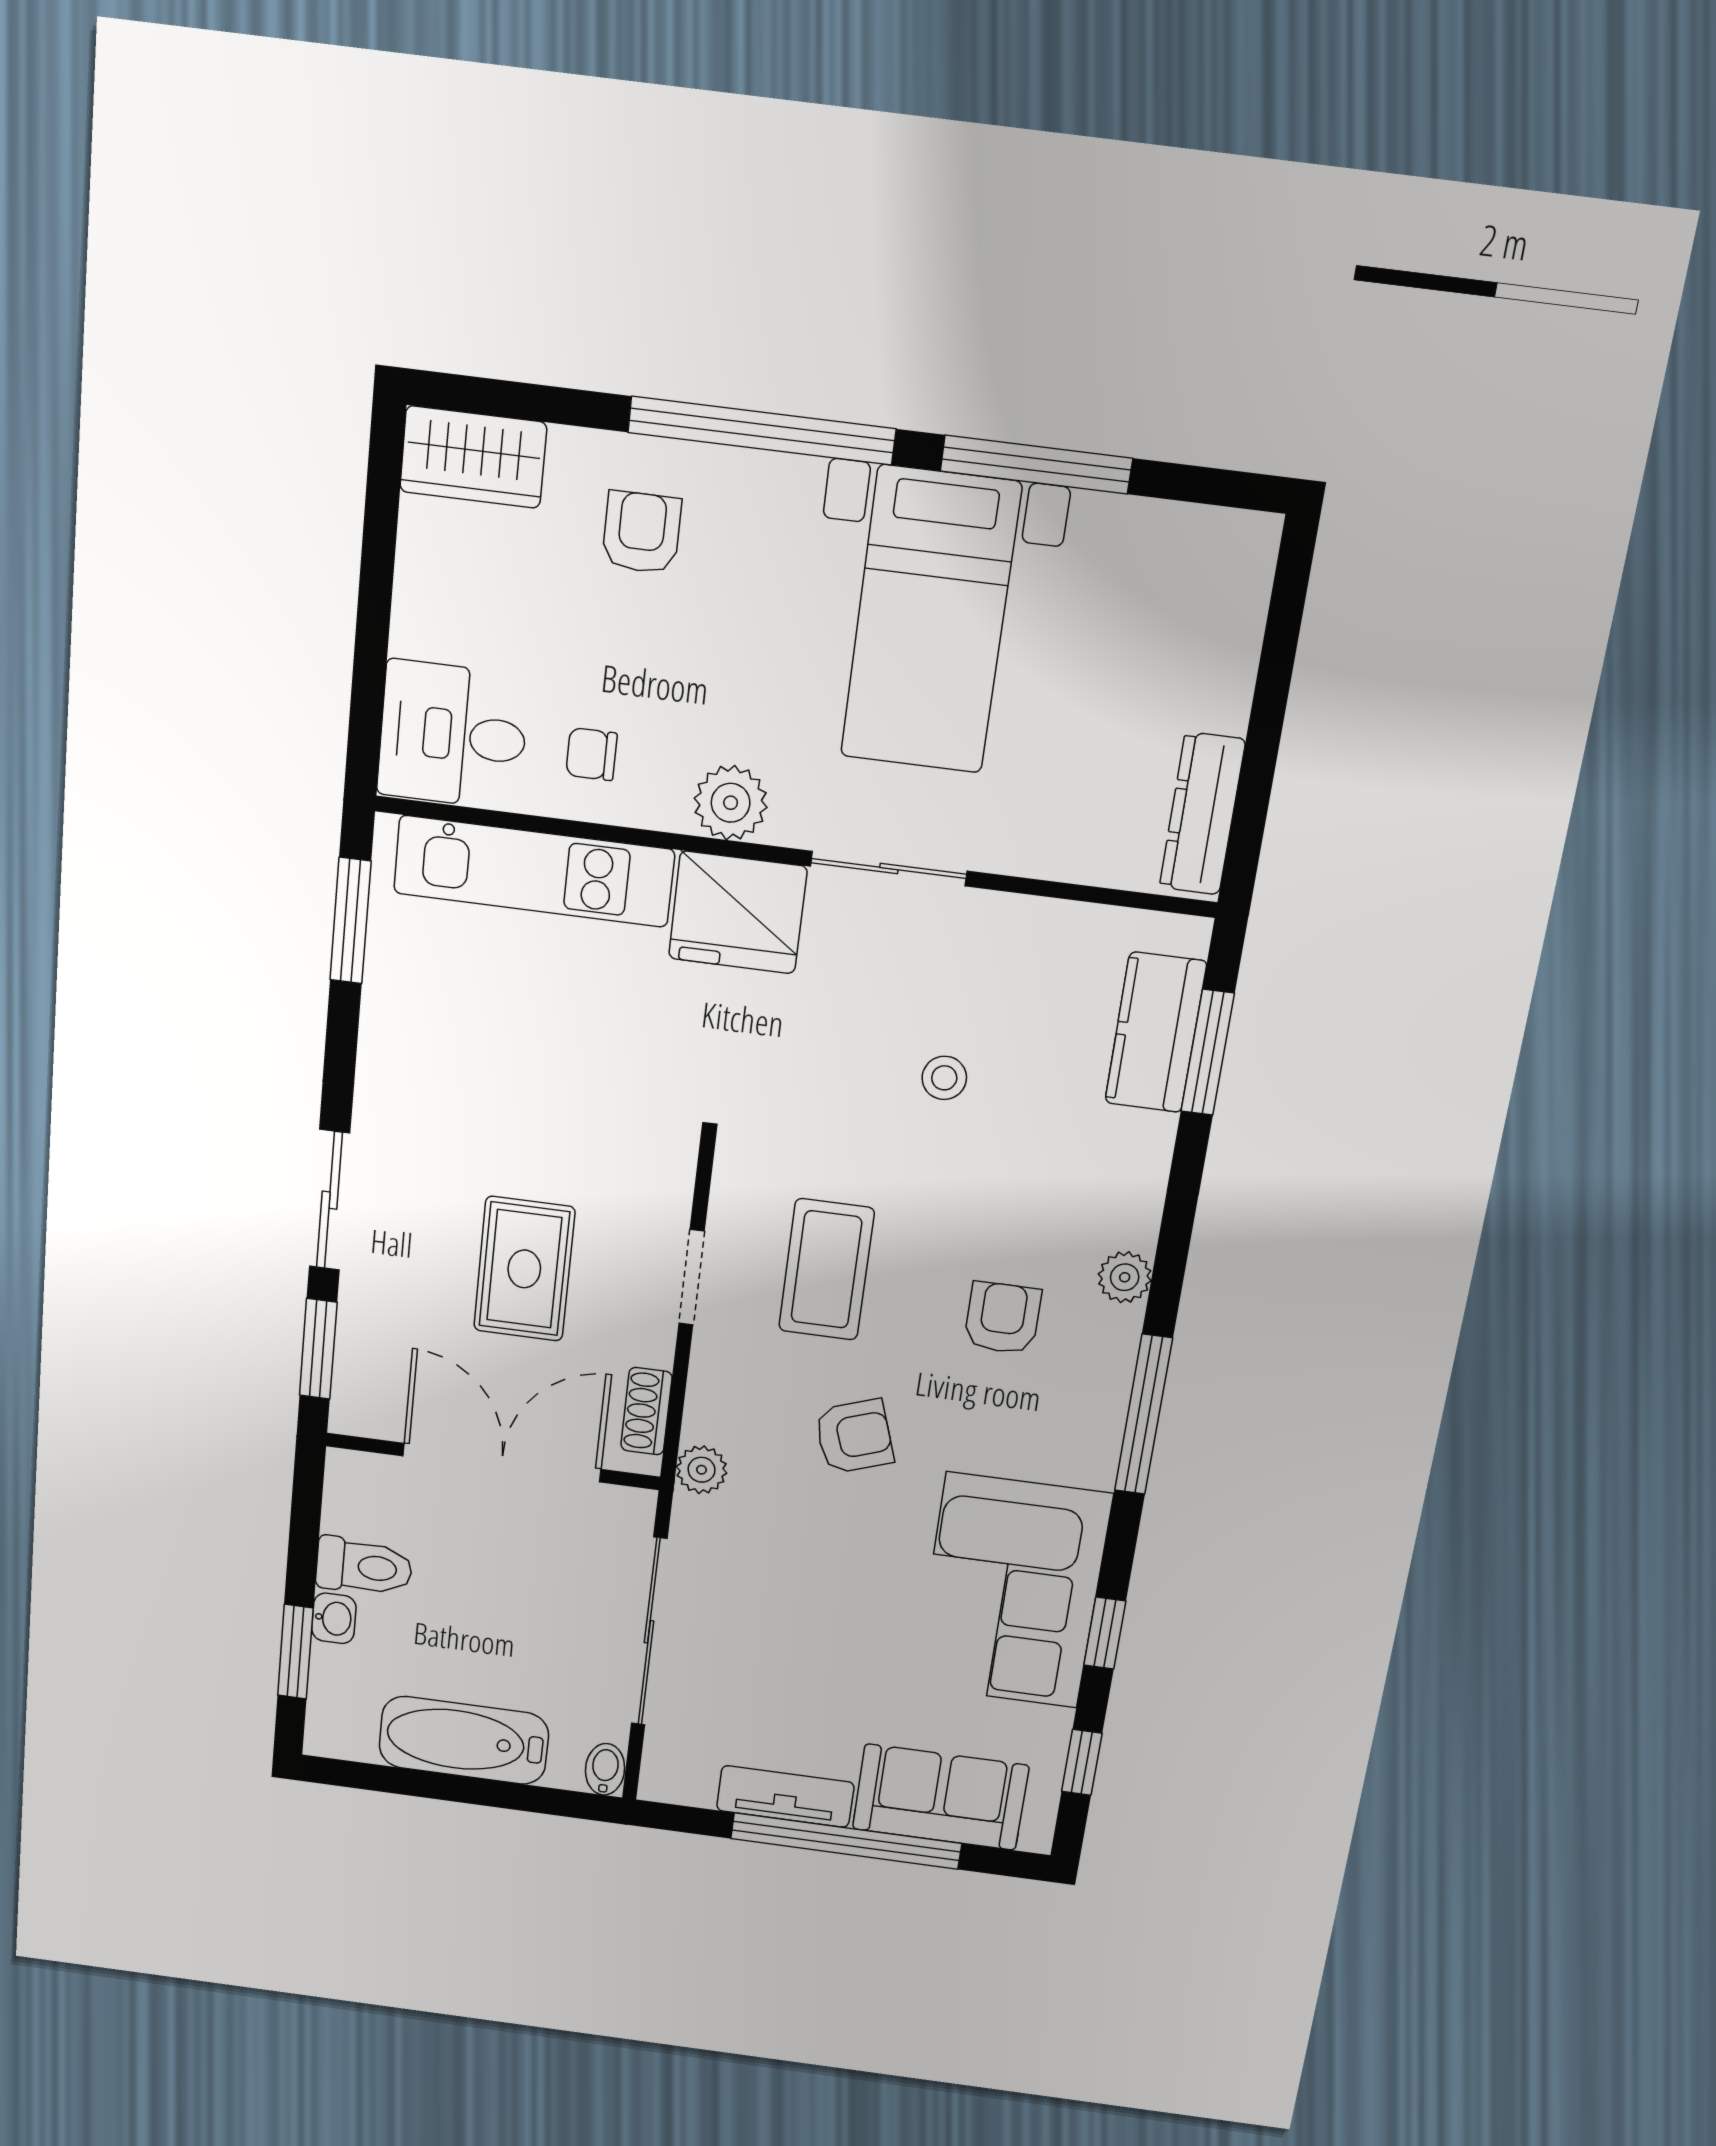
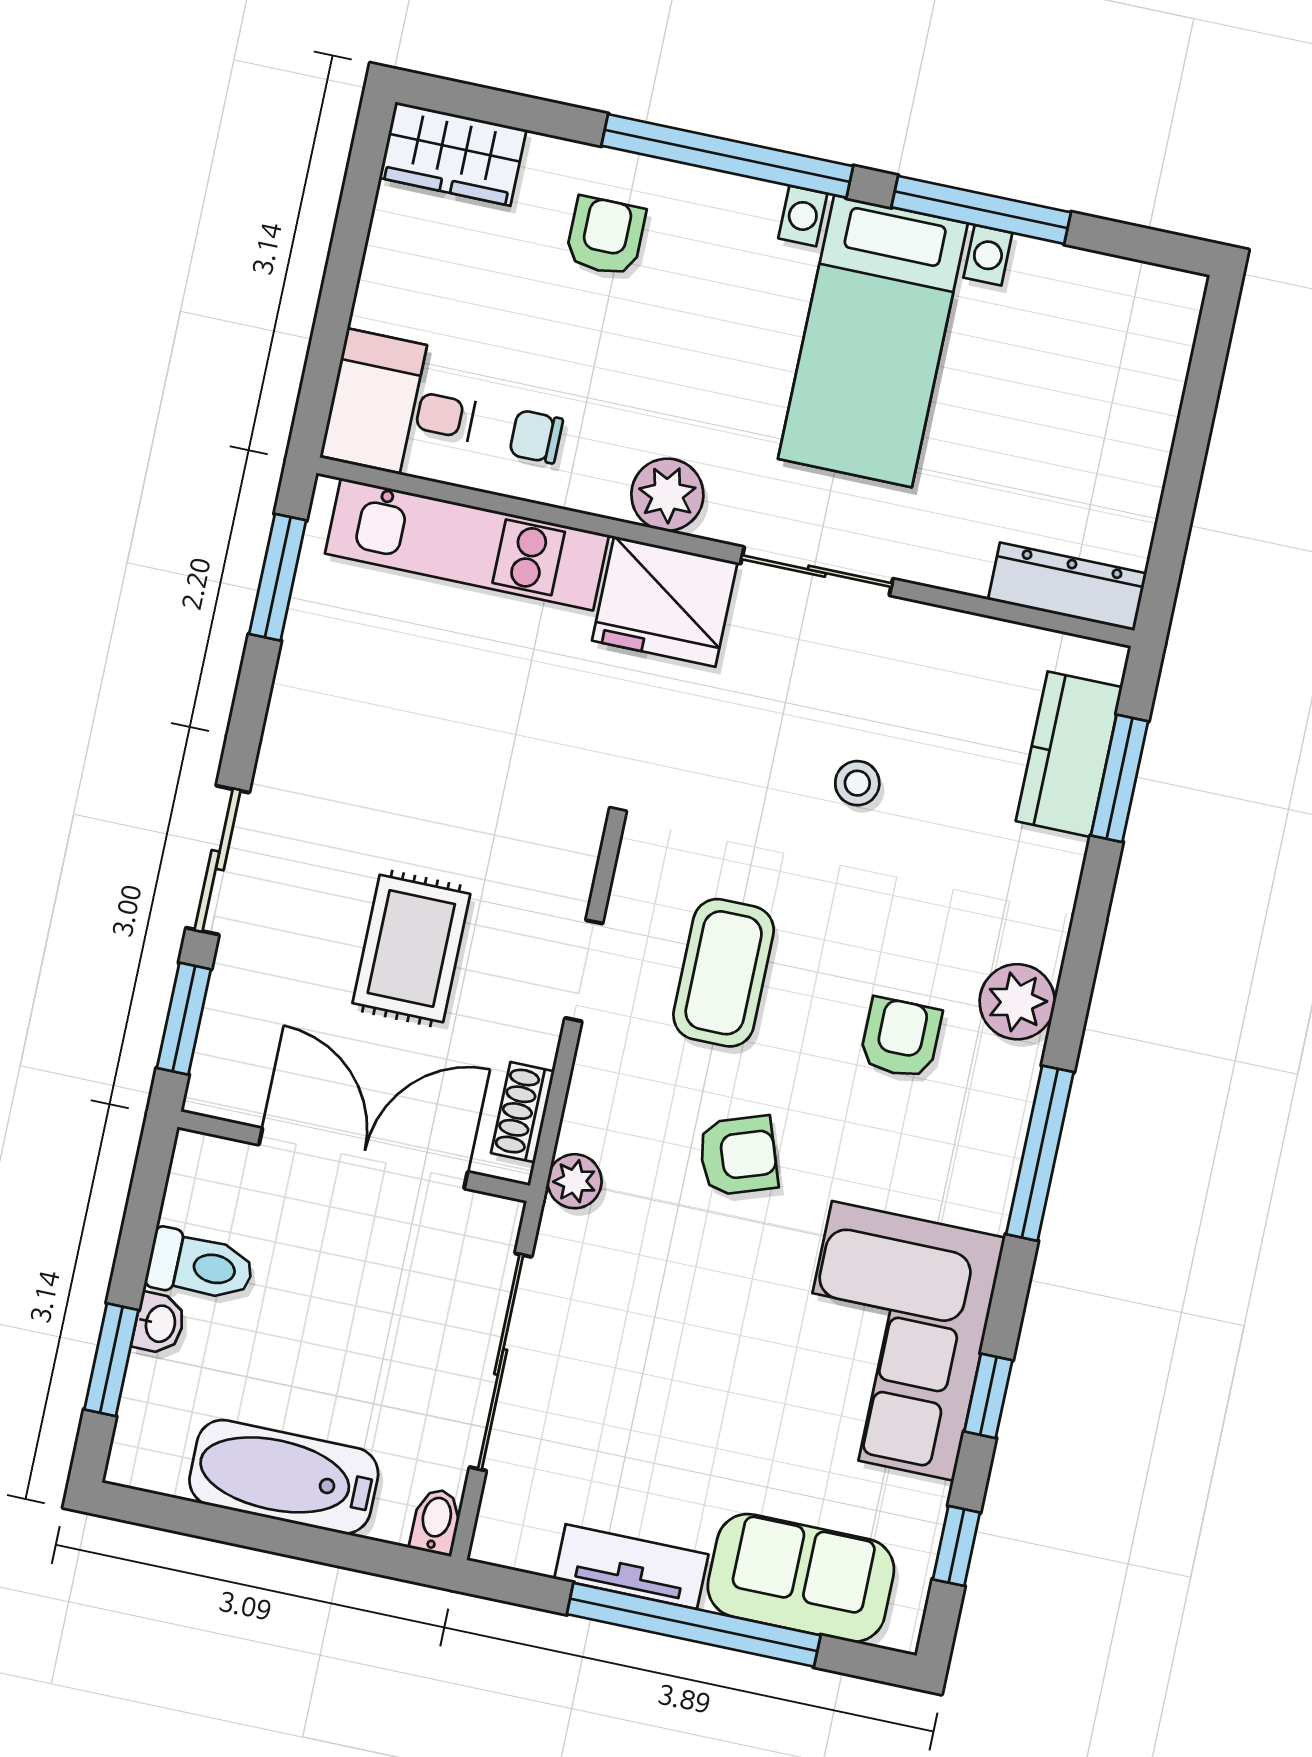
dresser: (1202, 814) -> (1067, 587), moved, turned 90
plant: (1125, 1277) -> (1017, 1002), width x1.38, depth x1.38

